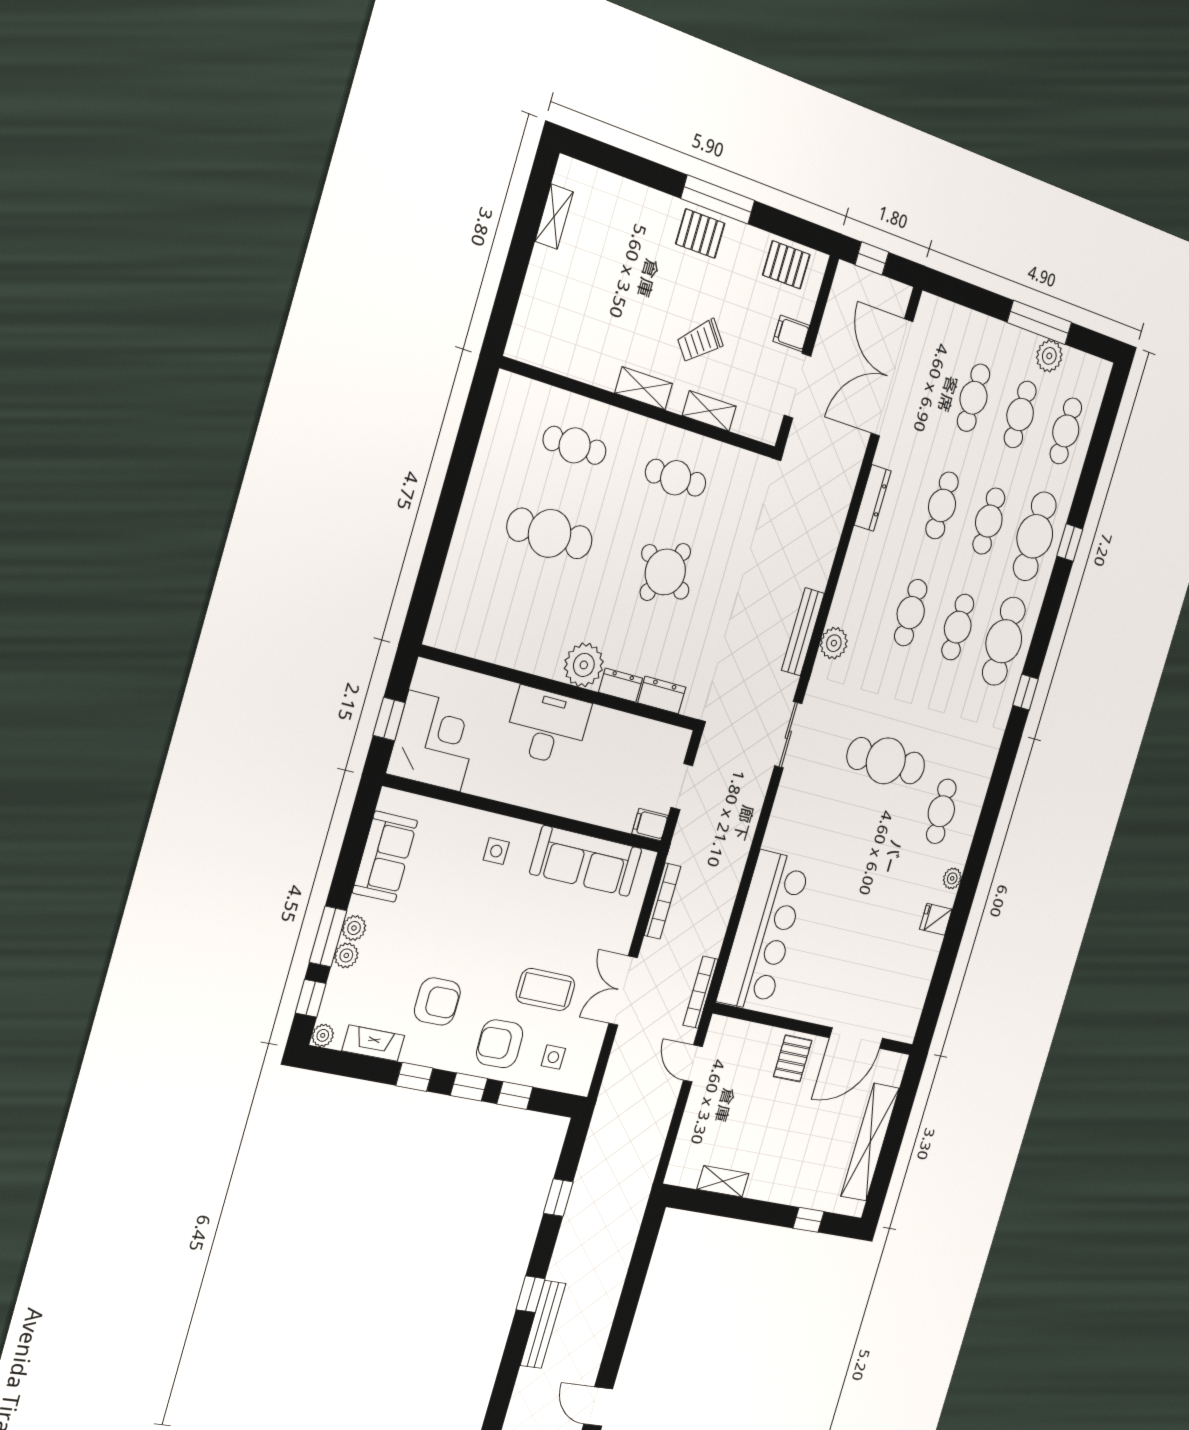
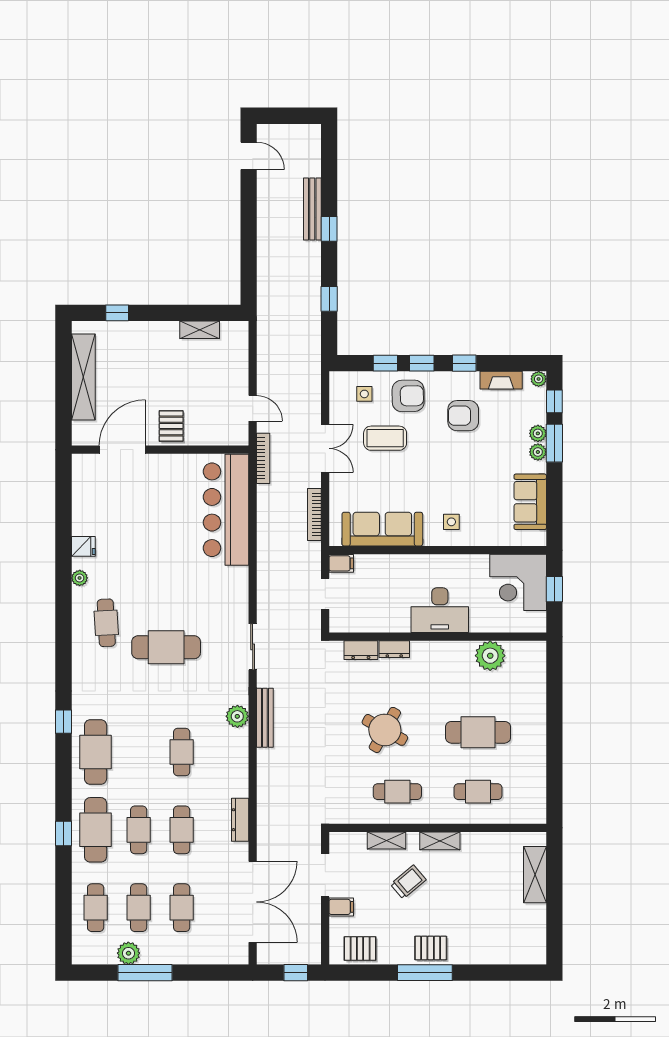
shelving: (554, 217) -> (535, 875), moved, width x1.50, depth x1.33
cafe table: (958, 627) -> (139, 752), removed
plant: (584, 665) -> (490, 656), moved

